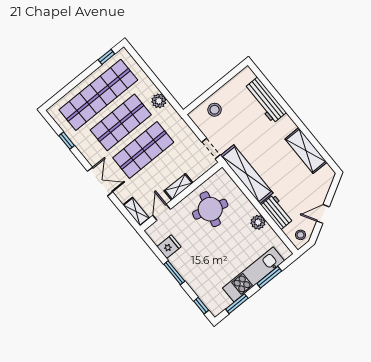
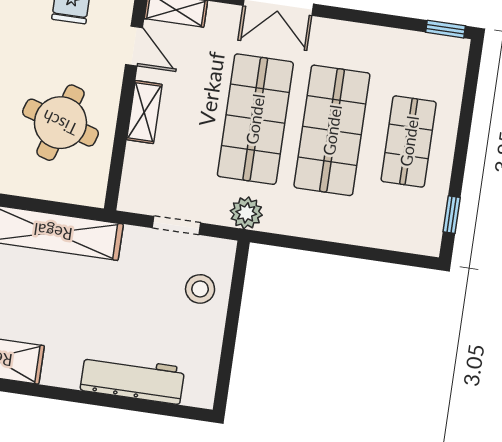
shop shelf: (98, 95) -> (409, 141), width x0.50, depth x0.74
plant: (159, 101) -> (246, 213), moved
window: (67, 141) -> (446, 29), moved
doorway: (211, 149) -> (177, 225), moved

